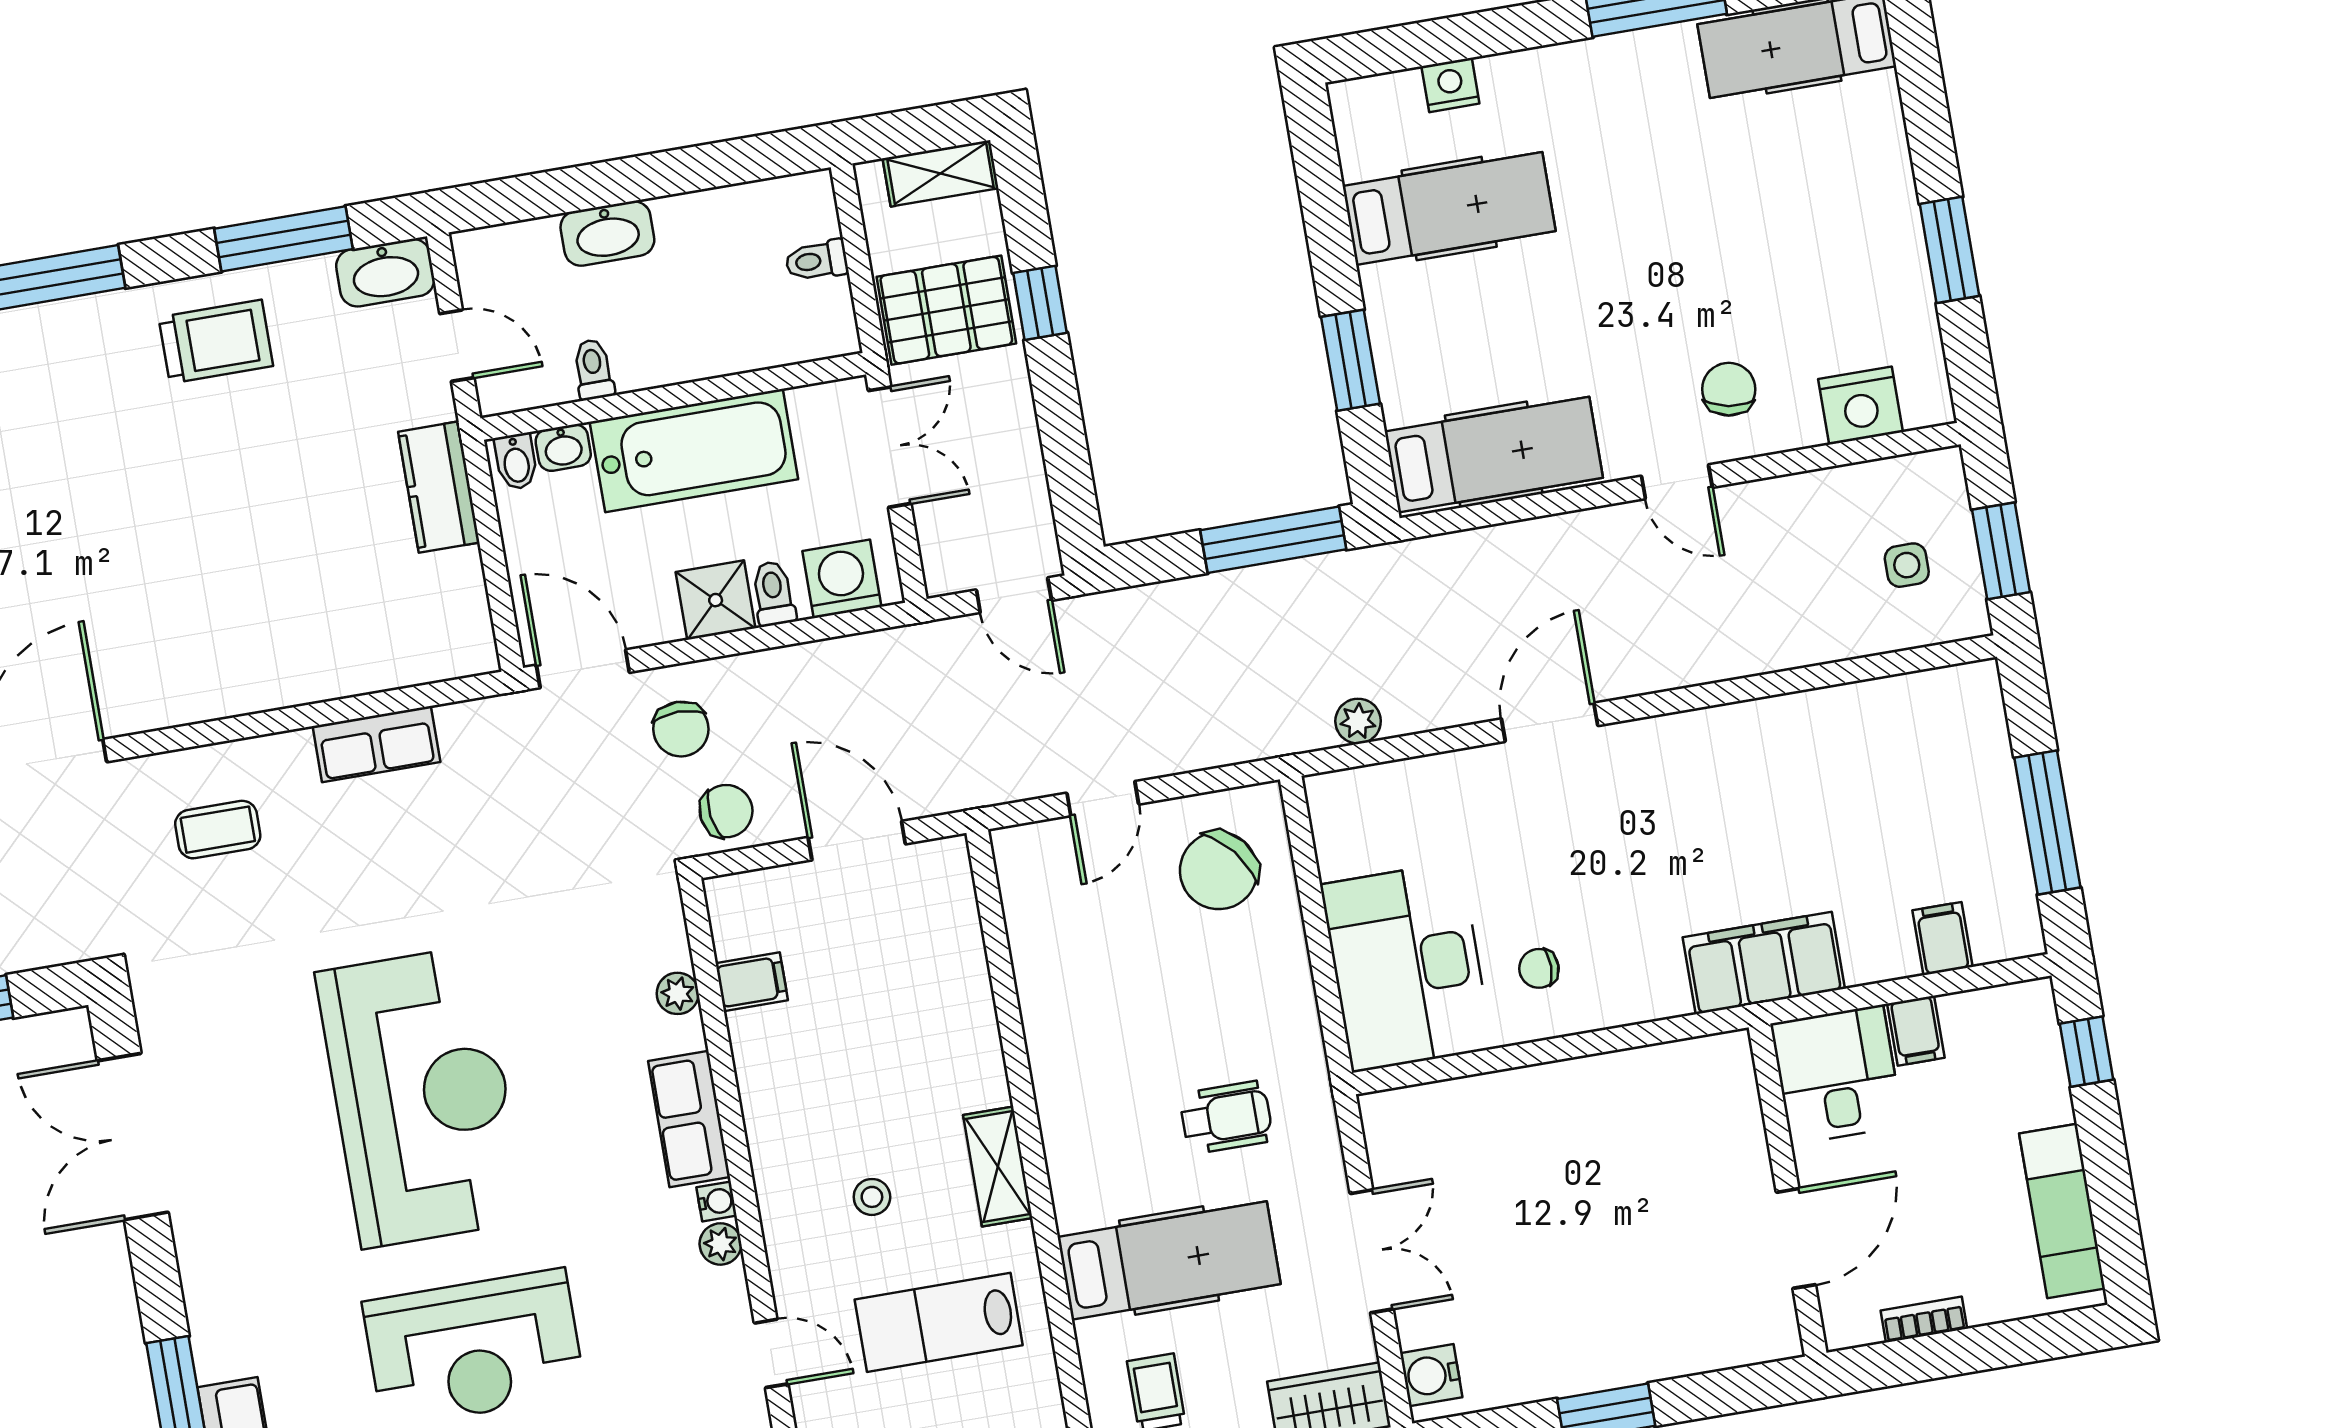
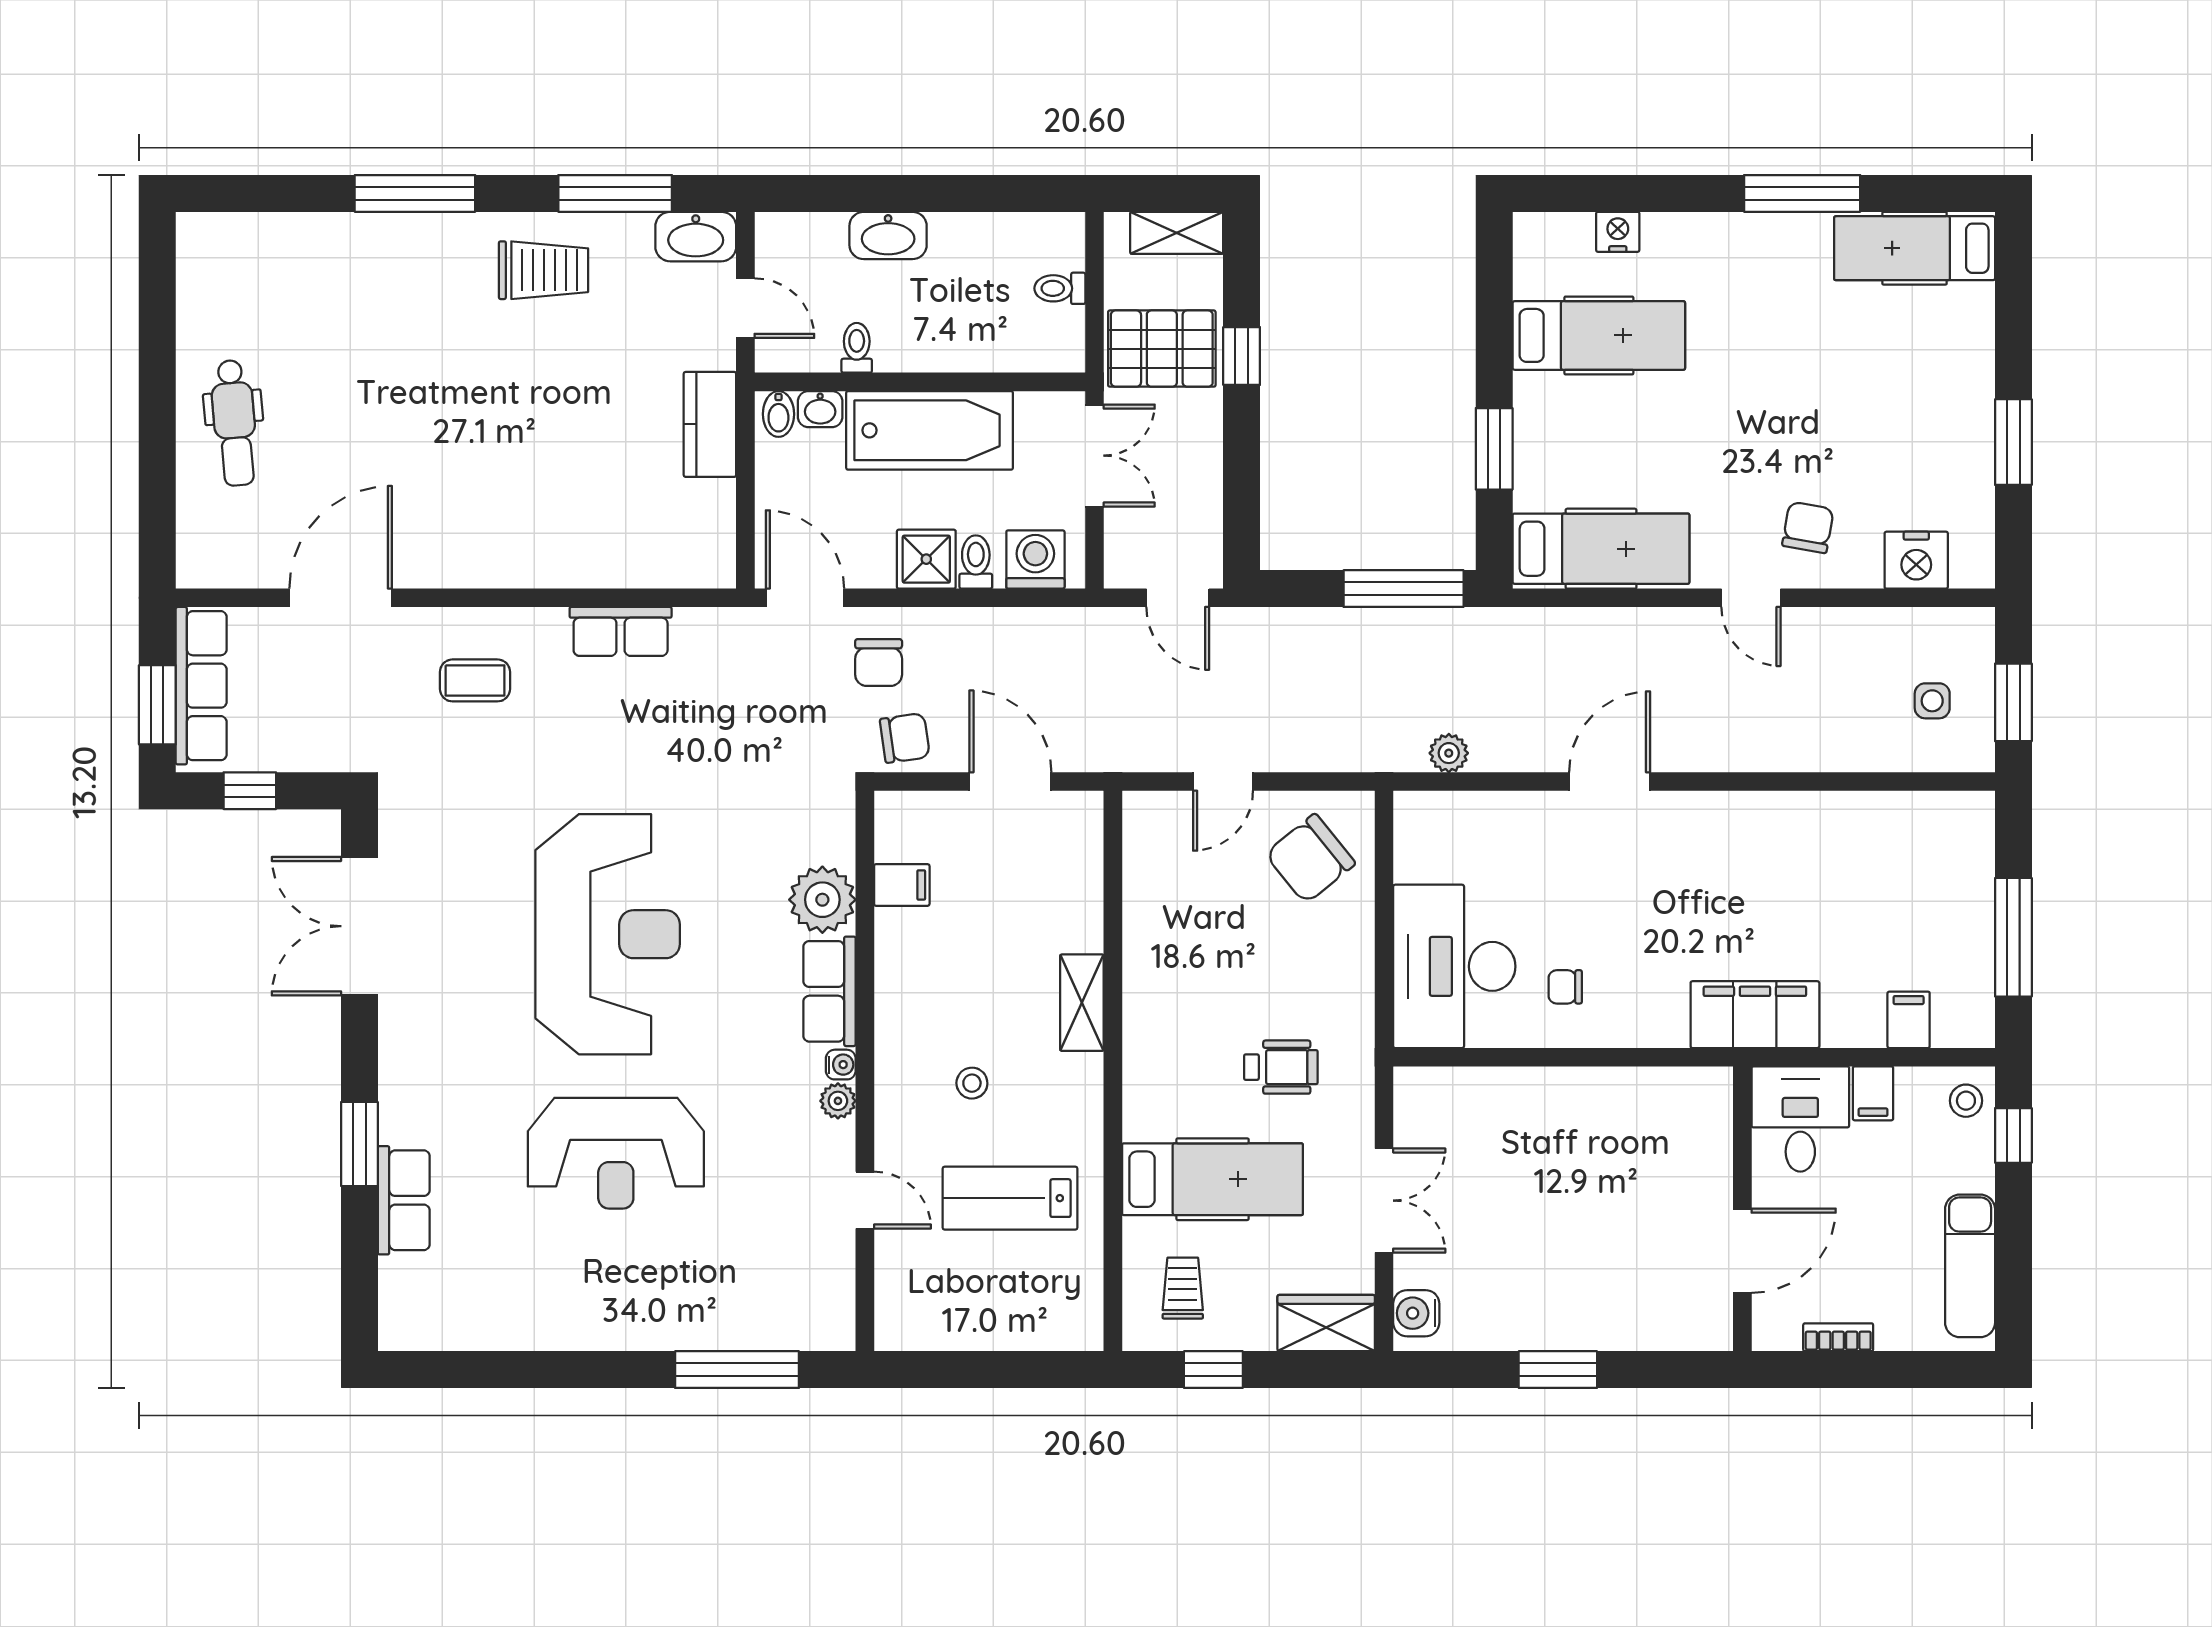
plant: (678, 993) -> (822, 900), width x1.88, depth x1.88
stool: (2025, 1021) -> (1966, 1101), added
shelving: (998, 1167) -> (1082, 1003), moved

